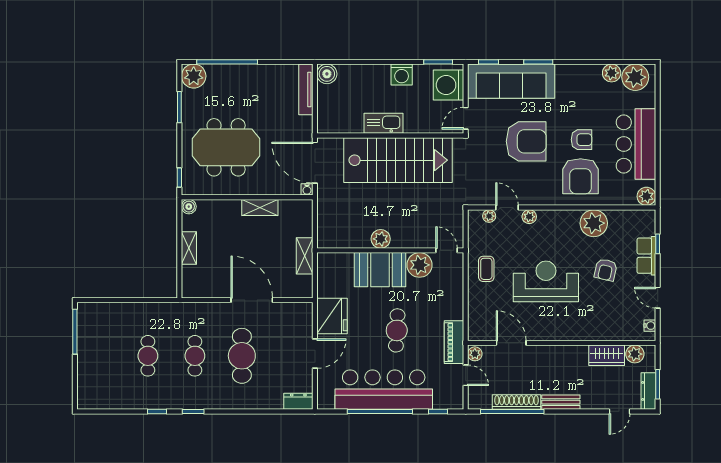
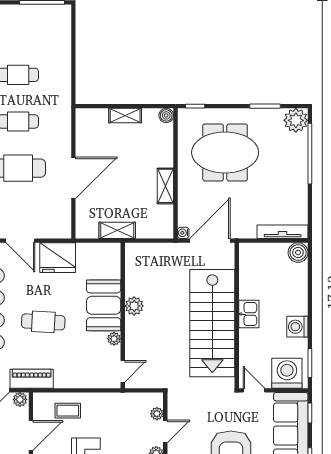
kitchen sink: (384, 123) -> (249, 314), width x0.73
meeting table: (226, 147) -> (225, 152), turned 90
plant: (420, 265) -> (114, 339), width x0.53, depth x0.53
coffee table: (486, 269) -> (68, 411), moved

